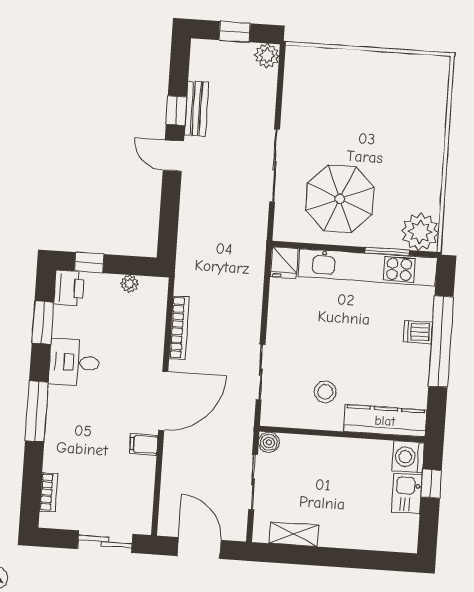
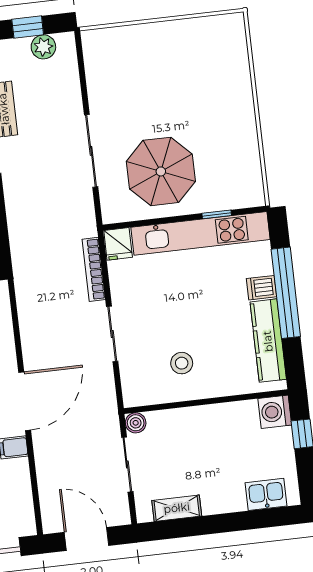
plant: (267, 56) -> (43, 47), moved
plant: (420, 232) -> (245, 189), removed
window: (387, 251) -> (217, 214), width x0.67
bookcase: (179, 328) -> (94, 269), moved, turned 180
sliding door: (261, 372) -> (112, 334), moved
kitchen counter: (385, 421) -> (268, 341), moved, turned -90
kitchen sink: (407, 494) -> (266, 494), moved, turned 90

